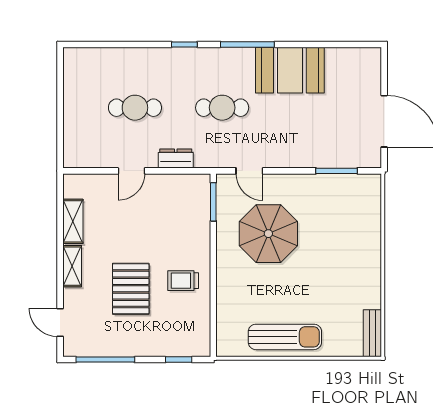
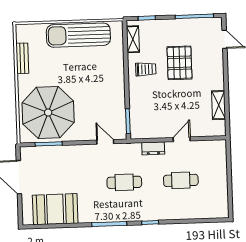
booth: (290, 70) -> (55, 209), moved
parasol: (268, 234) -> (48, 112), moved, width x1.36, depth x1.36
shelving: (72, 266) -> (133, 39), moved
bench: (372, 333) -> (22, 58), moved
sun lounger: (285, 337) -> (78, 35), width x1.36, depth x1.34

